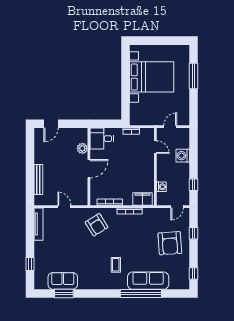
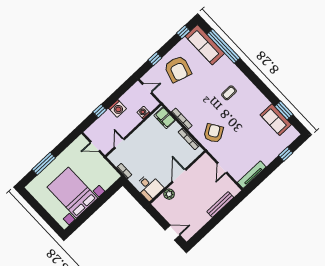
washing machine: (183, 156) -> (117, 108), moved
door: (89, 169) -> (179, 176), hinge flipped
window: (194, 185) -> (100, 111), moved
armchair: (170, 243) -> (178, 69), turned 111
sofa: (148, 281) -> (205, 45), moved
window: (141, 294) -> (223, 46), moved

